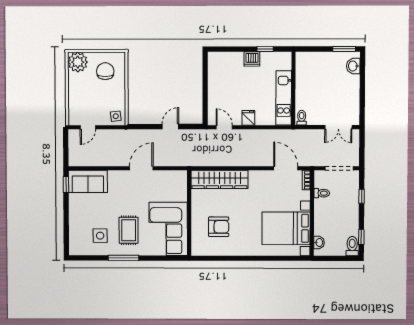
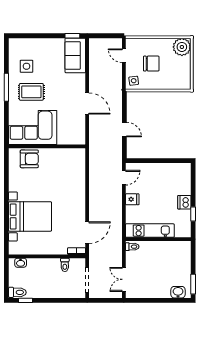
chair: (105, 71) -> (151, 64), moved
wardrobe: (219, 179) -> (77, 173), removed
window: (362, 196) -> (62, 300), removed
armchair: (219, 227) -> (29, 159), moved, turned -90
bed with nightstands: (286, 228) -> (30, 216), moved, turned 90

